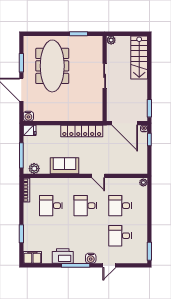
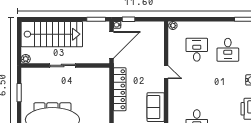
stairs: (139, 57) -> (52, 34), width x1.36, depth x1.51
door: (98, 176) -> (166, 72), hinge flipped
desk: (85, 206) -> (197, 85), removed
desk: (120, 206) -> (197, 50), turned 180

